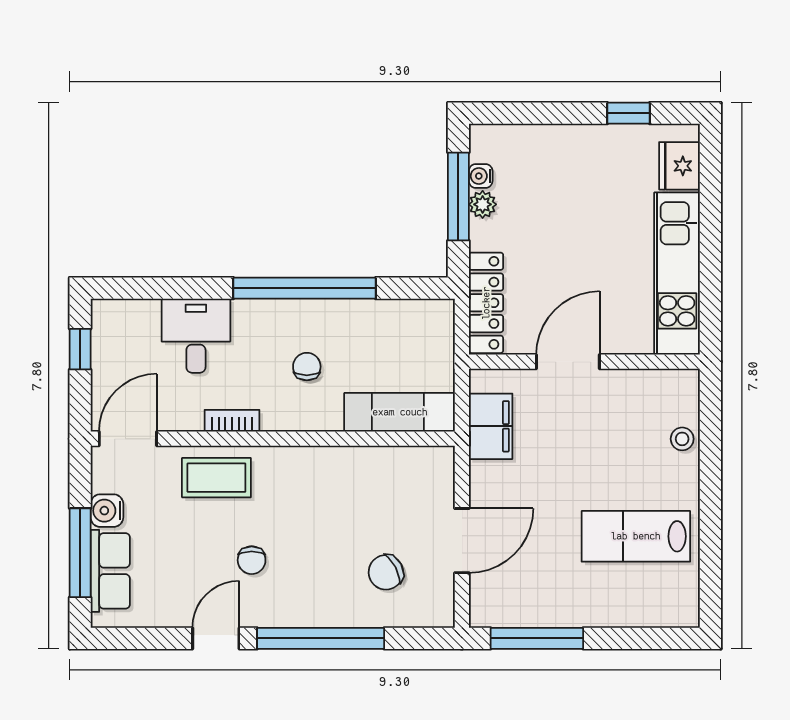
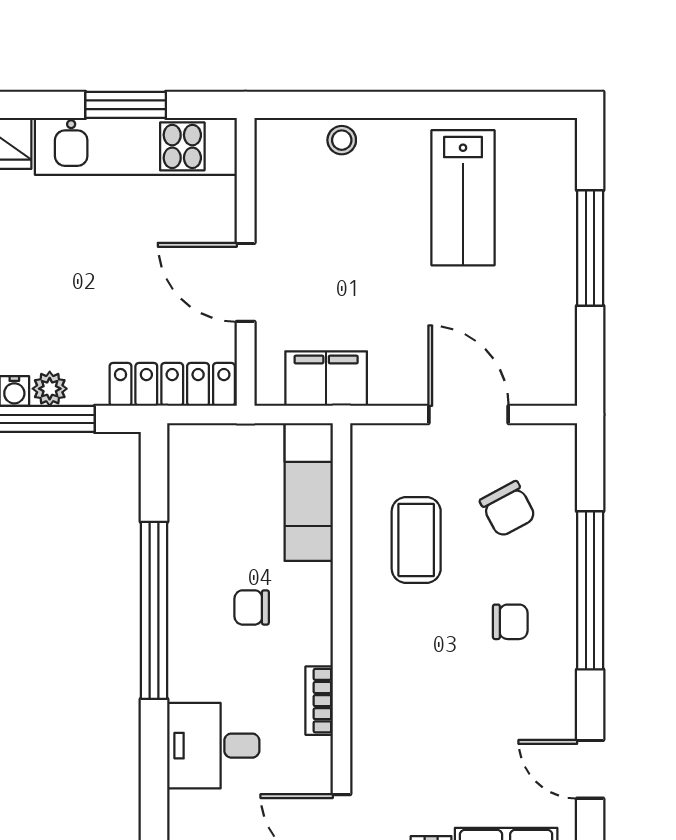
window: (710, 265) -> (126, 105), added
coffee table: (216, 478) -> (416, 540), moved
chair: (252, 560) -> (510, 622), moved
door: (216, 638) -> (590, 769), moved
window: (537, 638) -> (590, 248), moved

